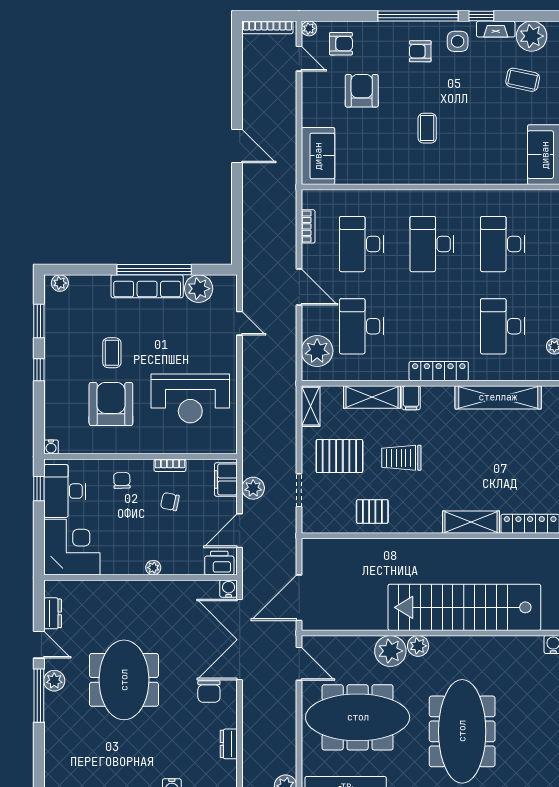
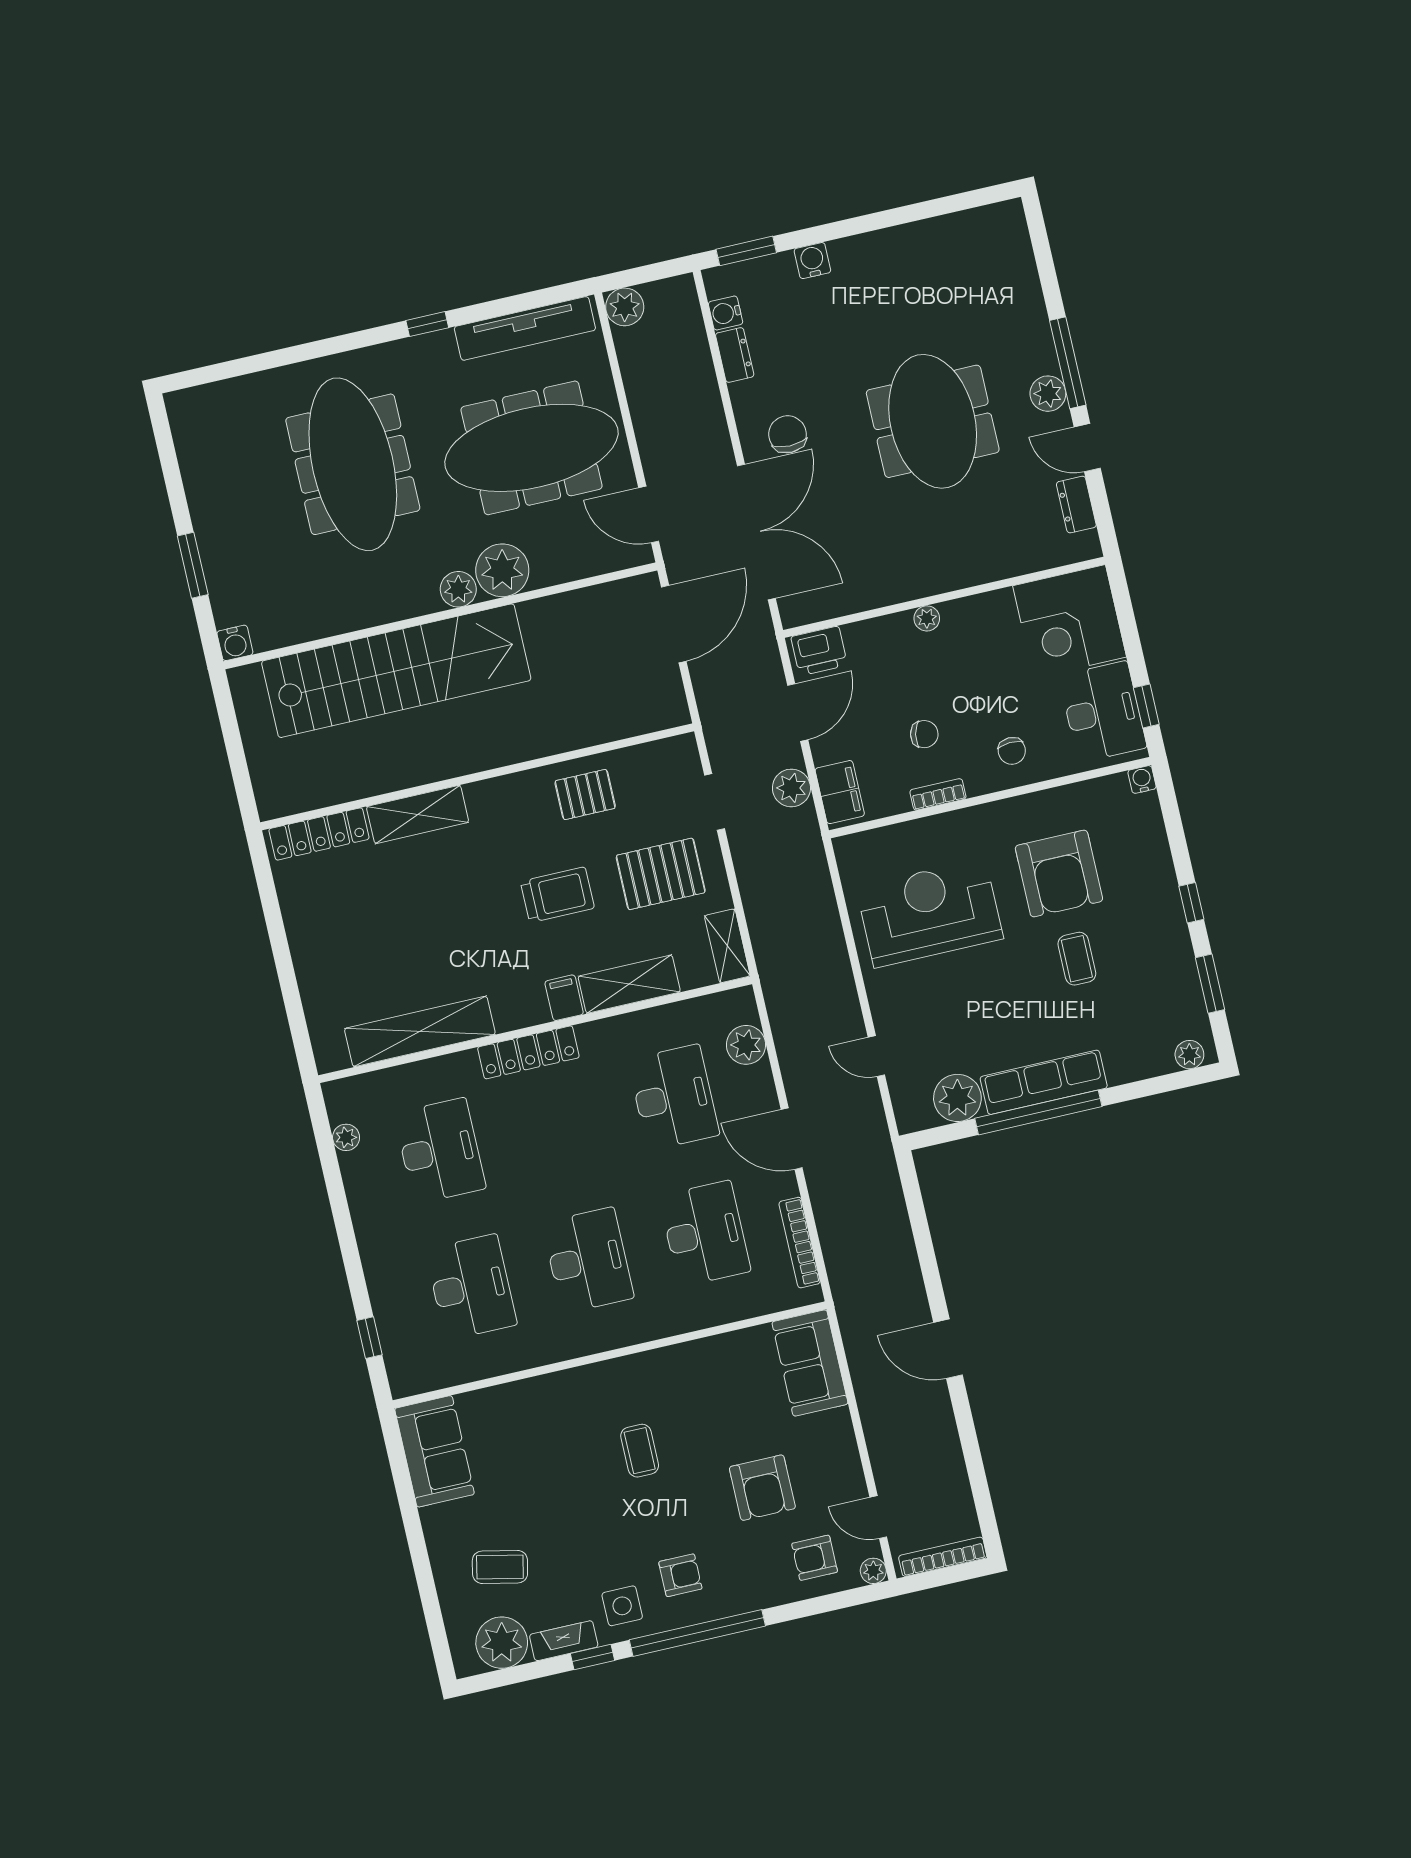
bookcase: (308, 226) -> (800, 1243), width x1.56
plant: (317, 351) -> (746, 1045), width x0.73, depth x0.73
water cooler: (229, 589) -> (726, 313), moved, turned 90

